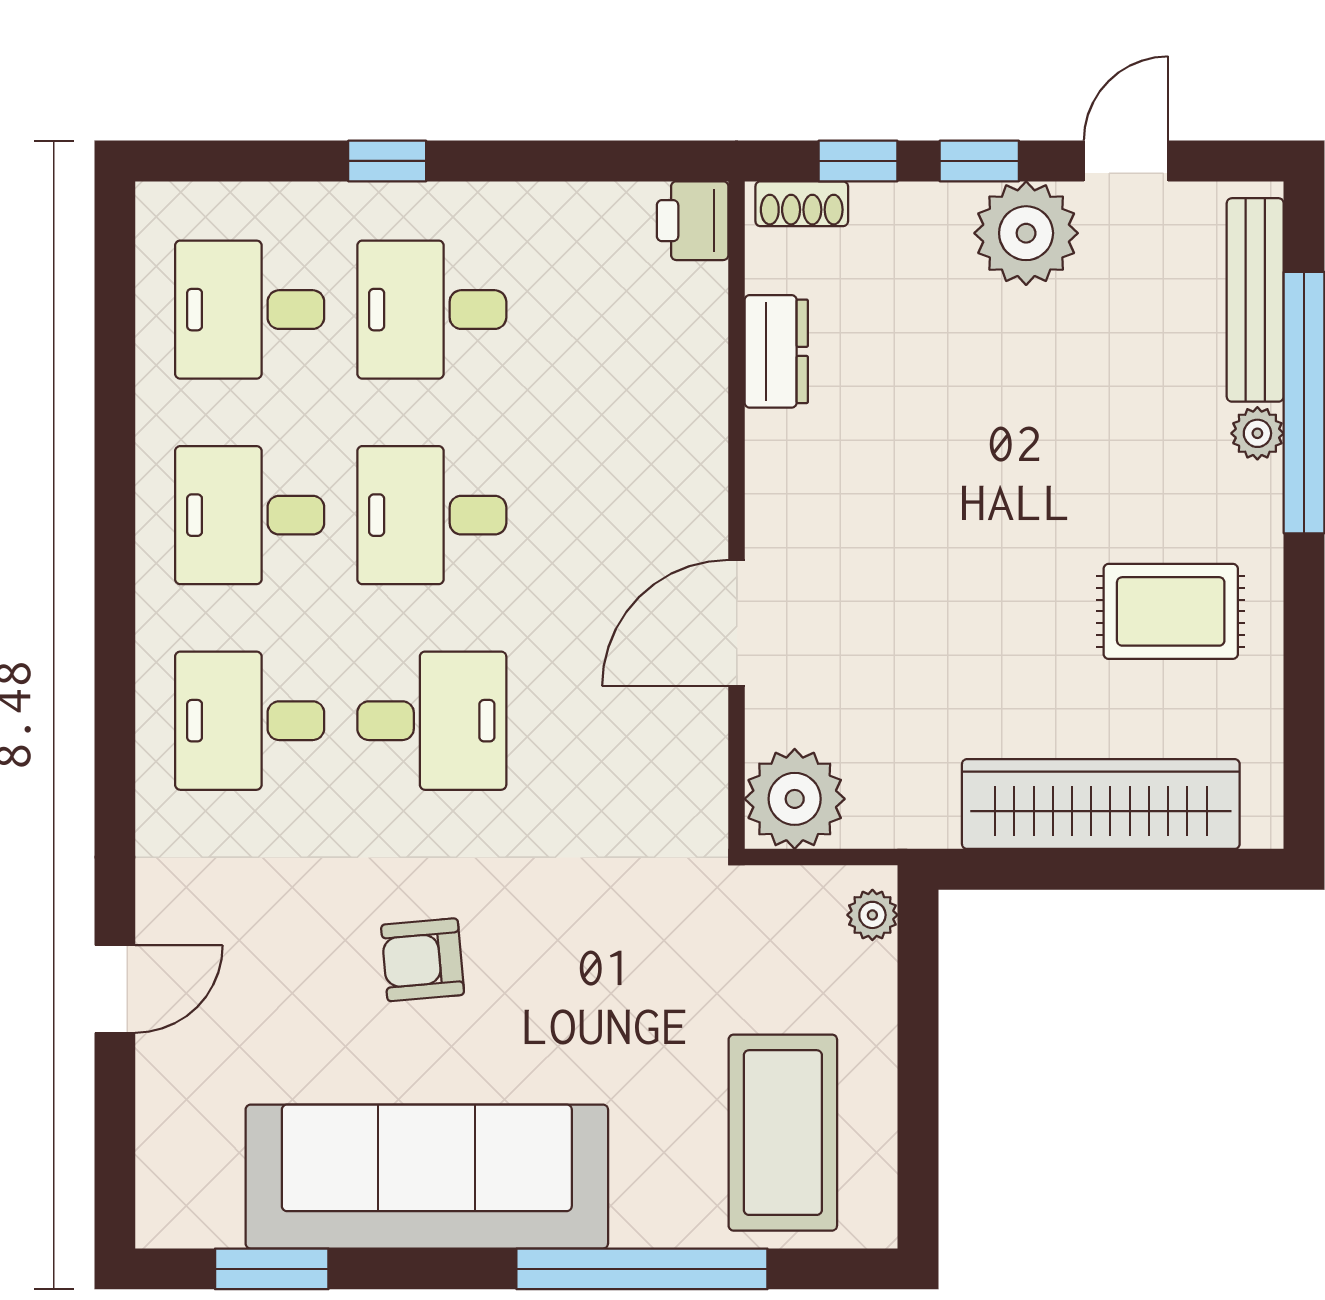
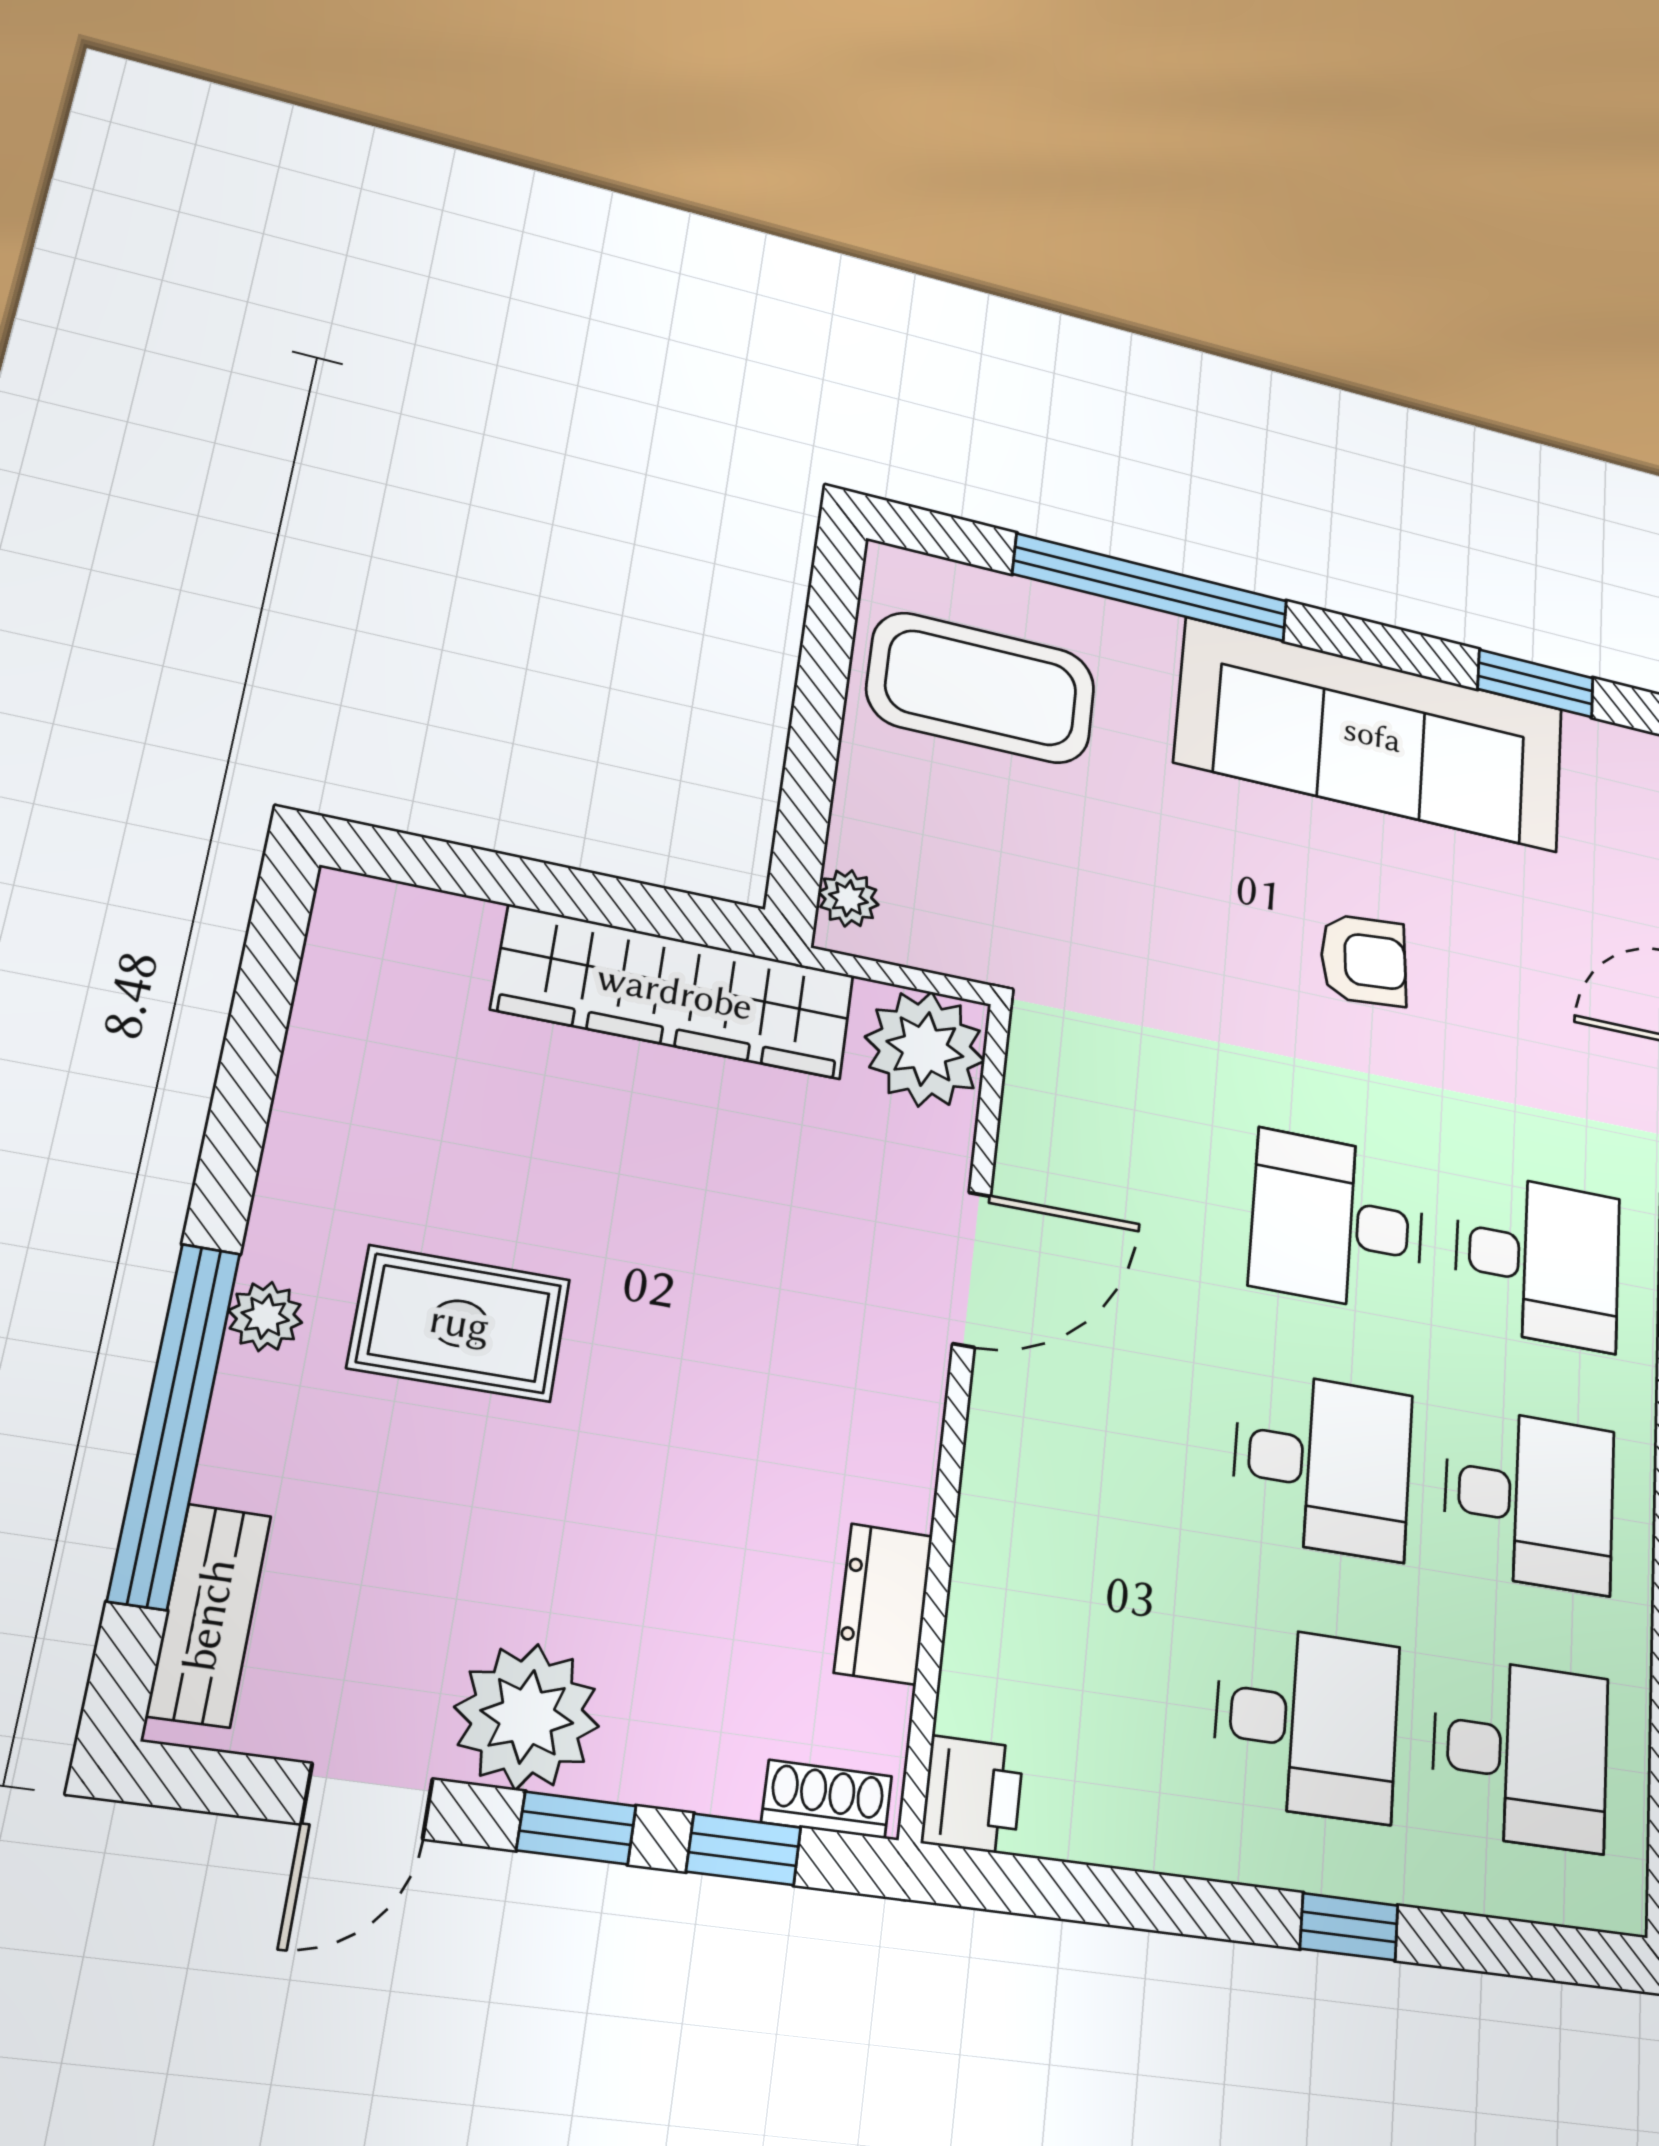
bench: (1255, 300) -> (209, 1615), width x0.73
plant: (1257, 433) -> (265, 1317), moved
rug: (1171, 611) -> (460, 1323), moved
wardrobe: (1101, 804) -> (675, 992), moved
coffee table: (783, 1133) -> (981, 688), turned 90

